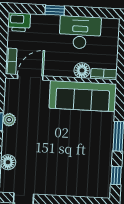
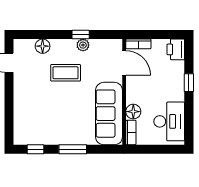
desk: (80, 32) -> (169, 121), moved
coffee table: (37, 140) -> (66, 73), added

